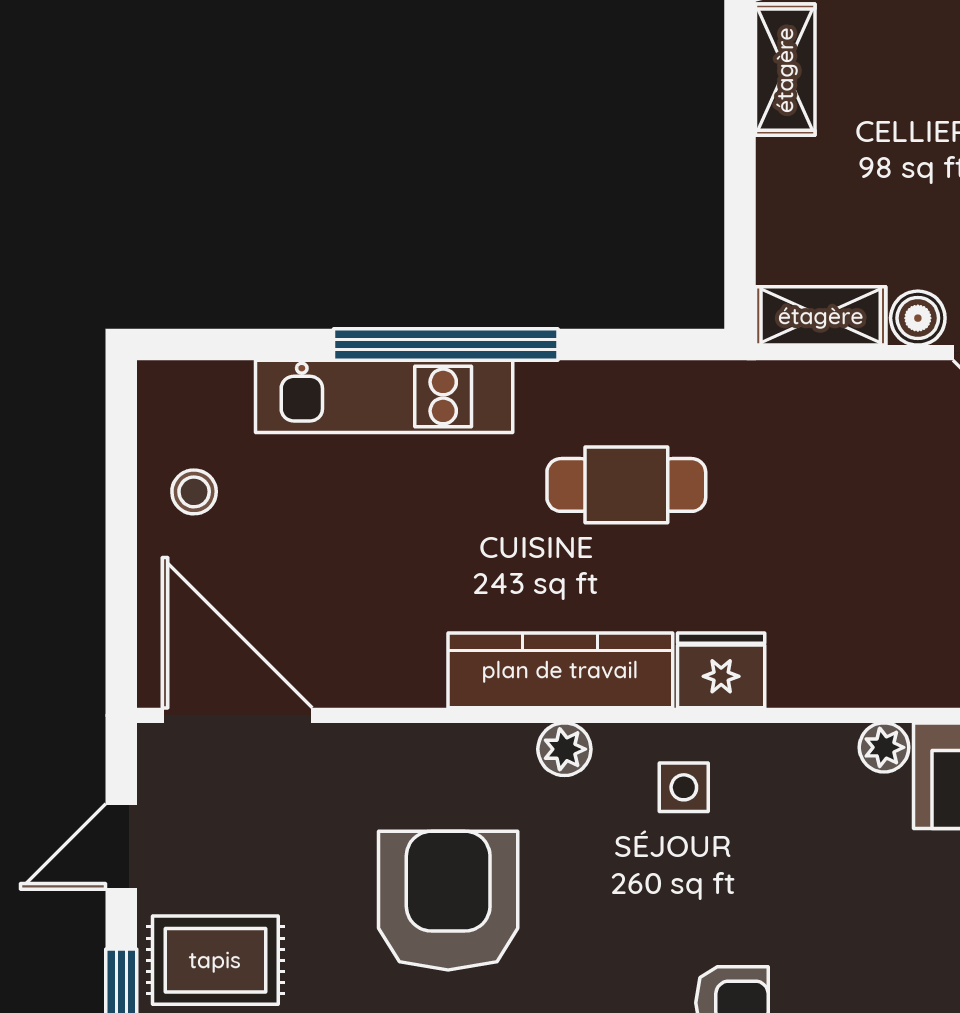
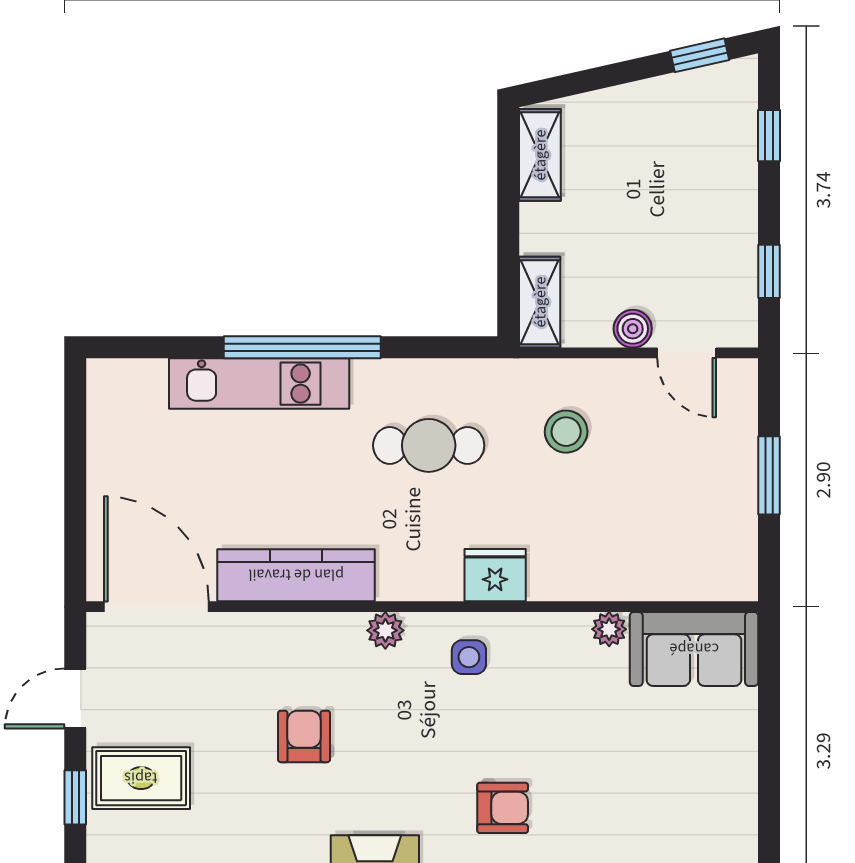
shelving: (821, 316) -> (540, 302), moved, turned 90
stool: (194, 492) -> (566, 432), moved, width x1.37, depth x1.37
kitchen counter: (560, 670) -> (296, 575), moved
armchair: (448, 901) -> (304, 736), width x0.53, depth x0.53

